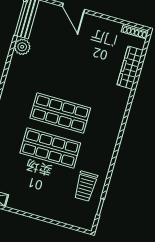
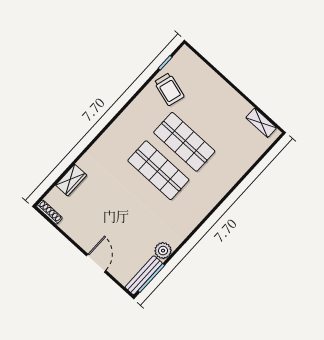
wardrobe: (130, 68) -> (71, 180), width x0.67
trolley: (86, 186) -> (169, 89), turned 106

